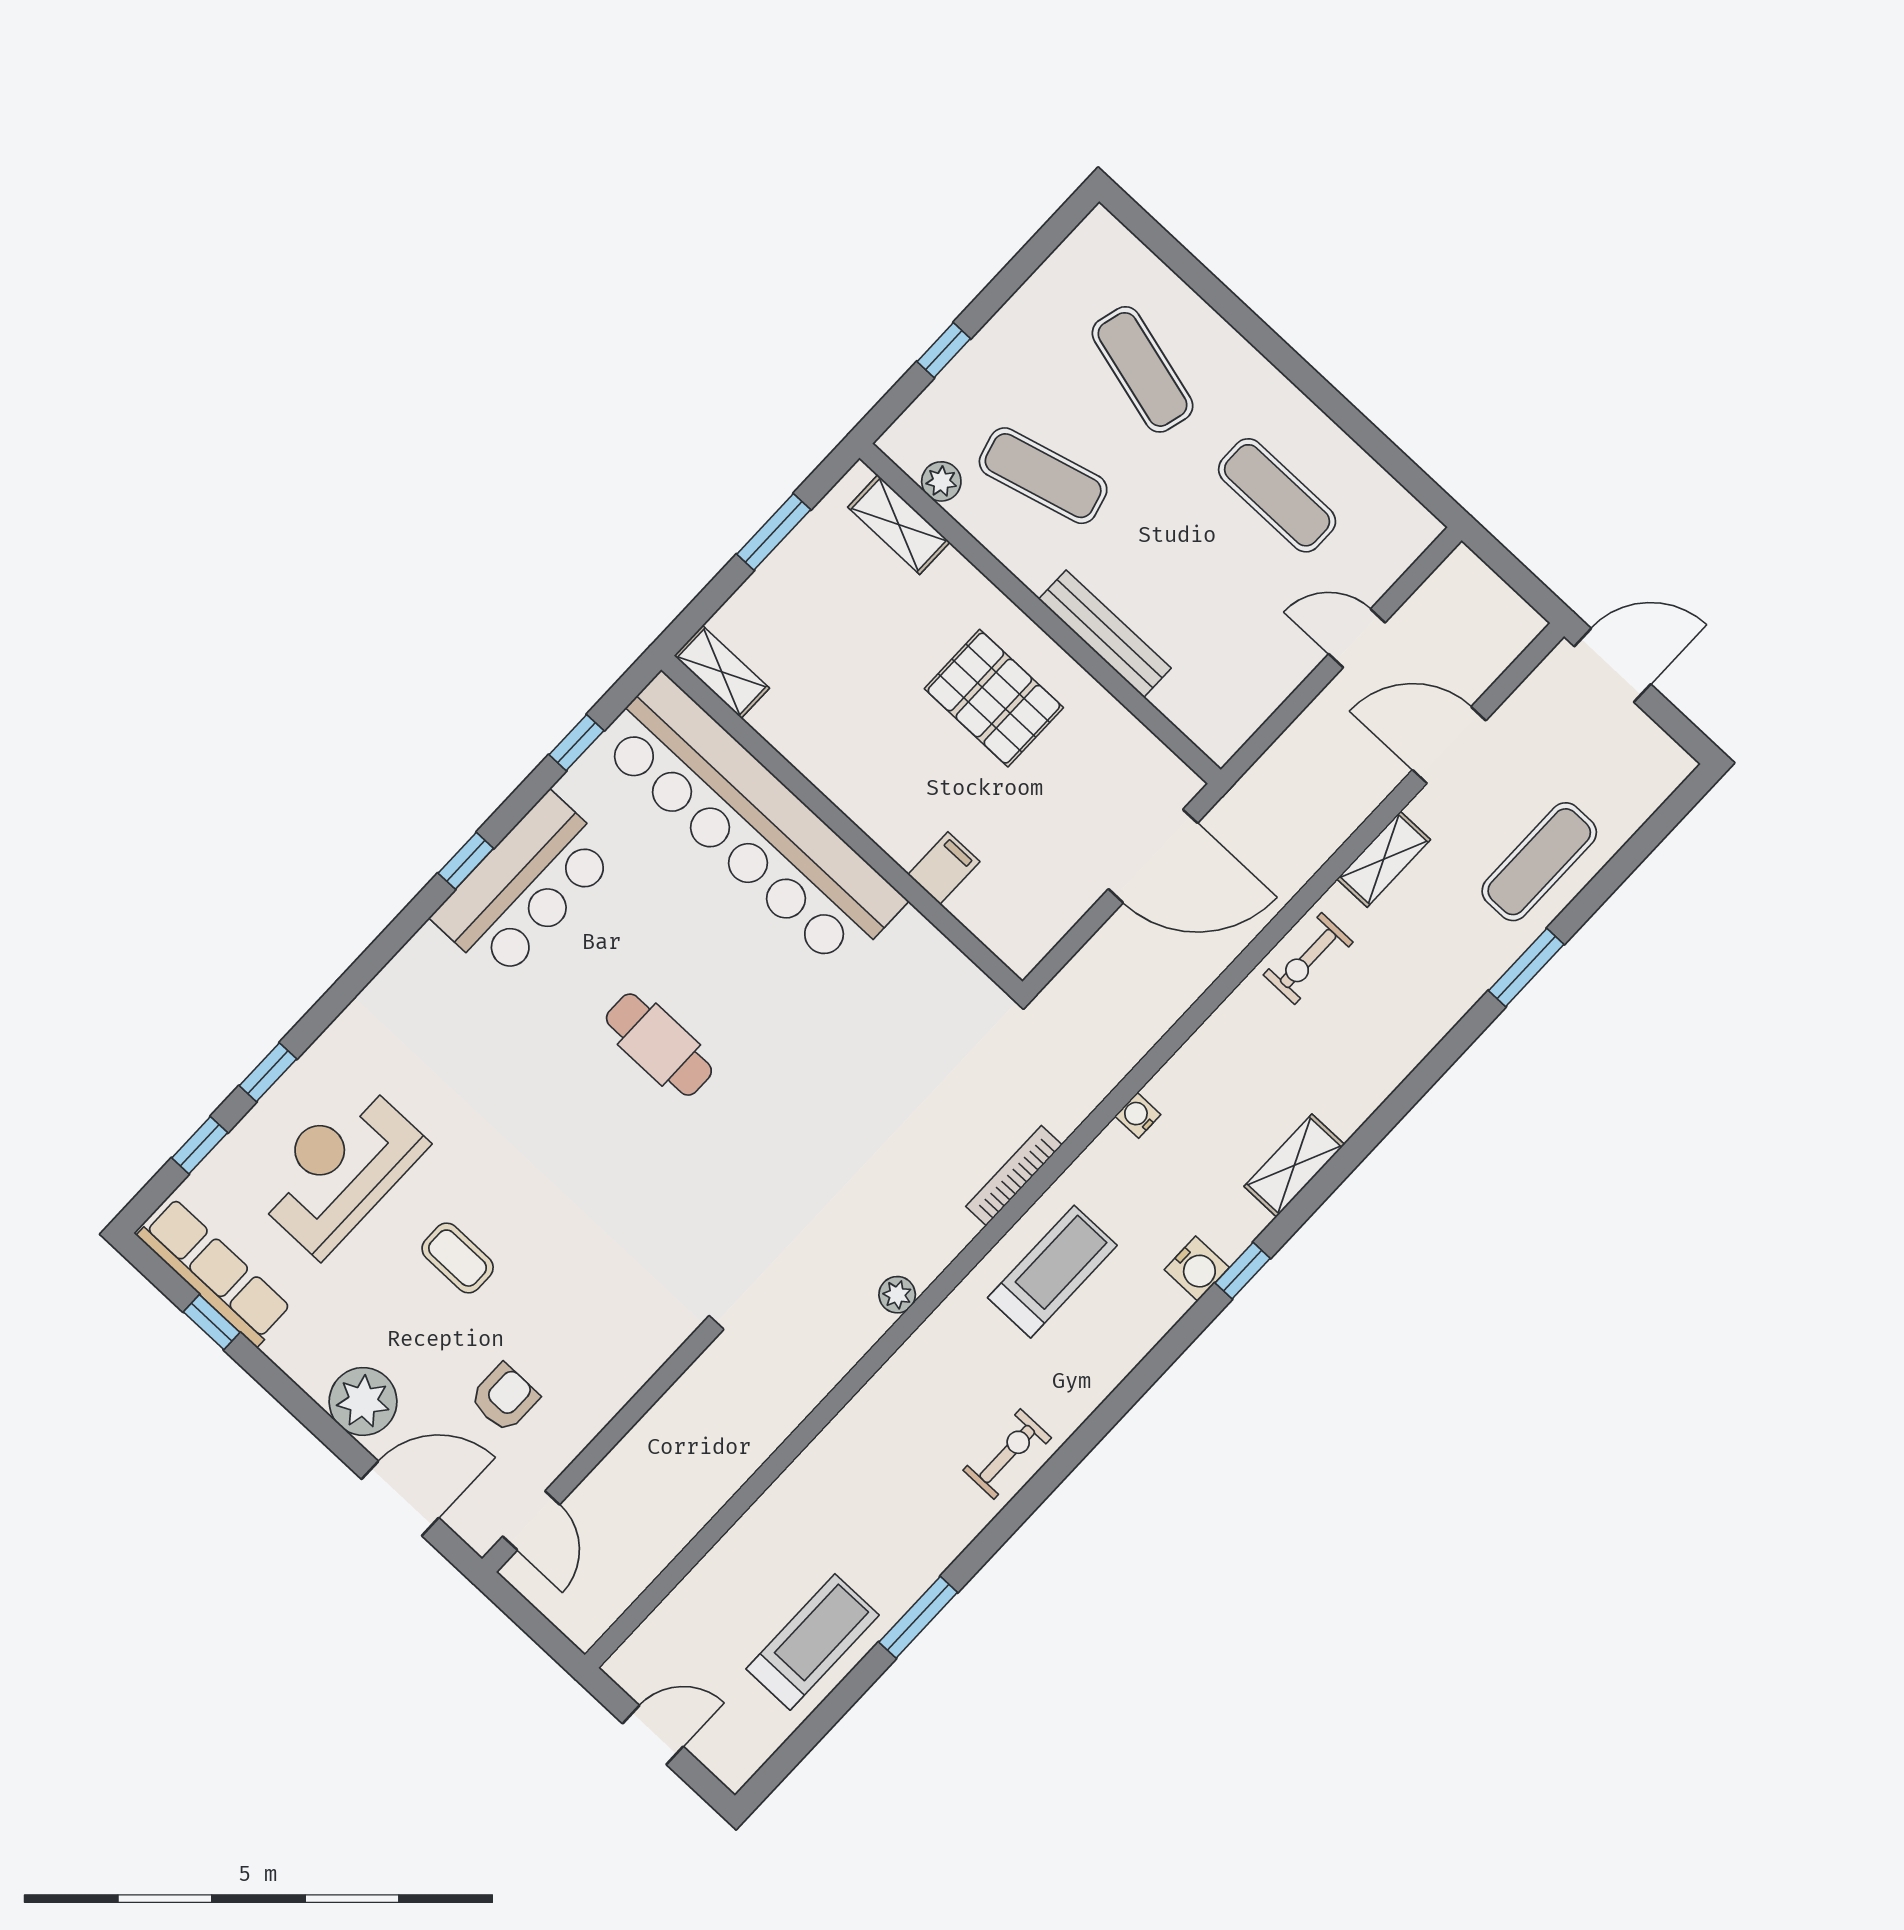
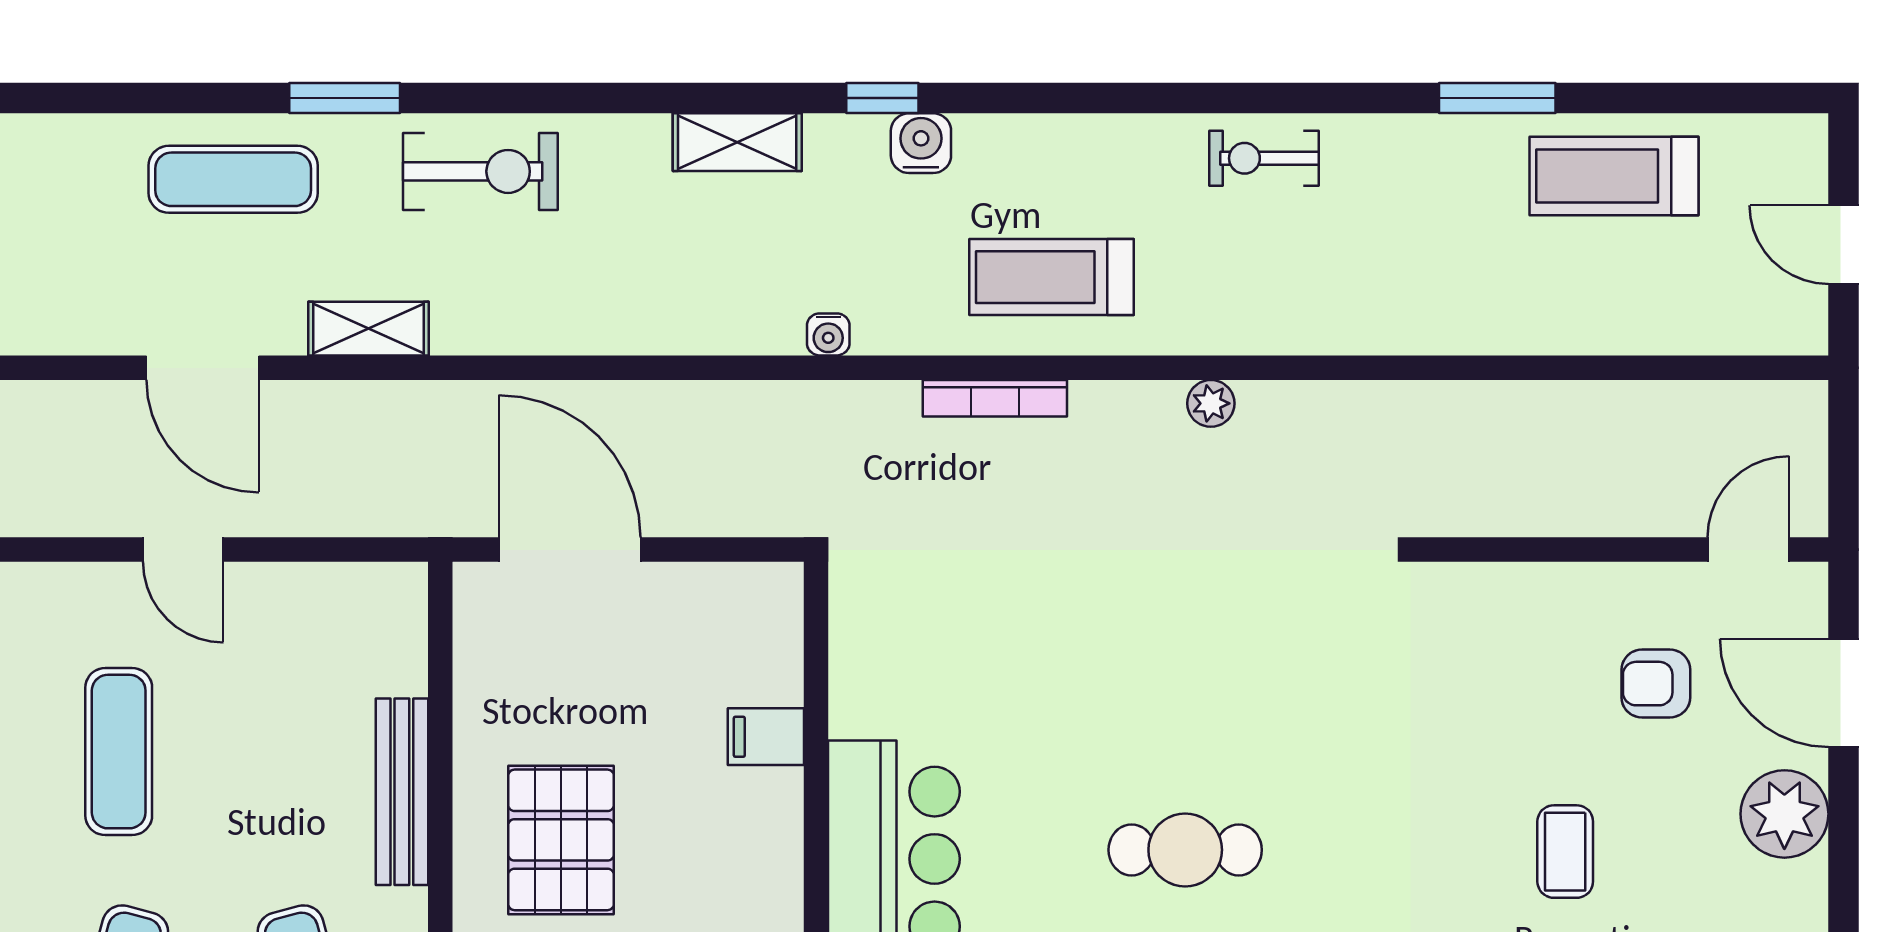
exercise bike: (1308, 958) -> (480, 171), moved, width x1.38, depth x1.39
cafe table: (659, 1045) -> (1185, 850), turned 90

